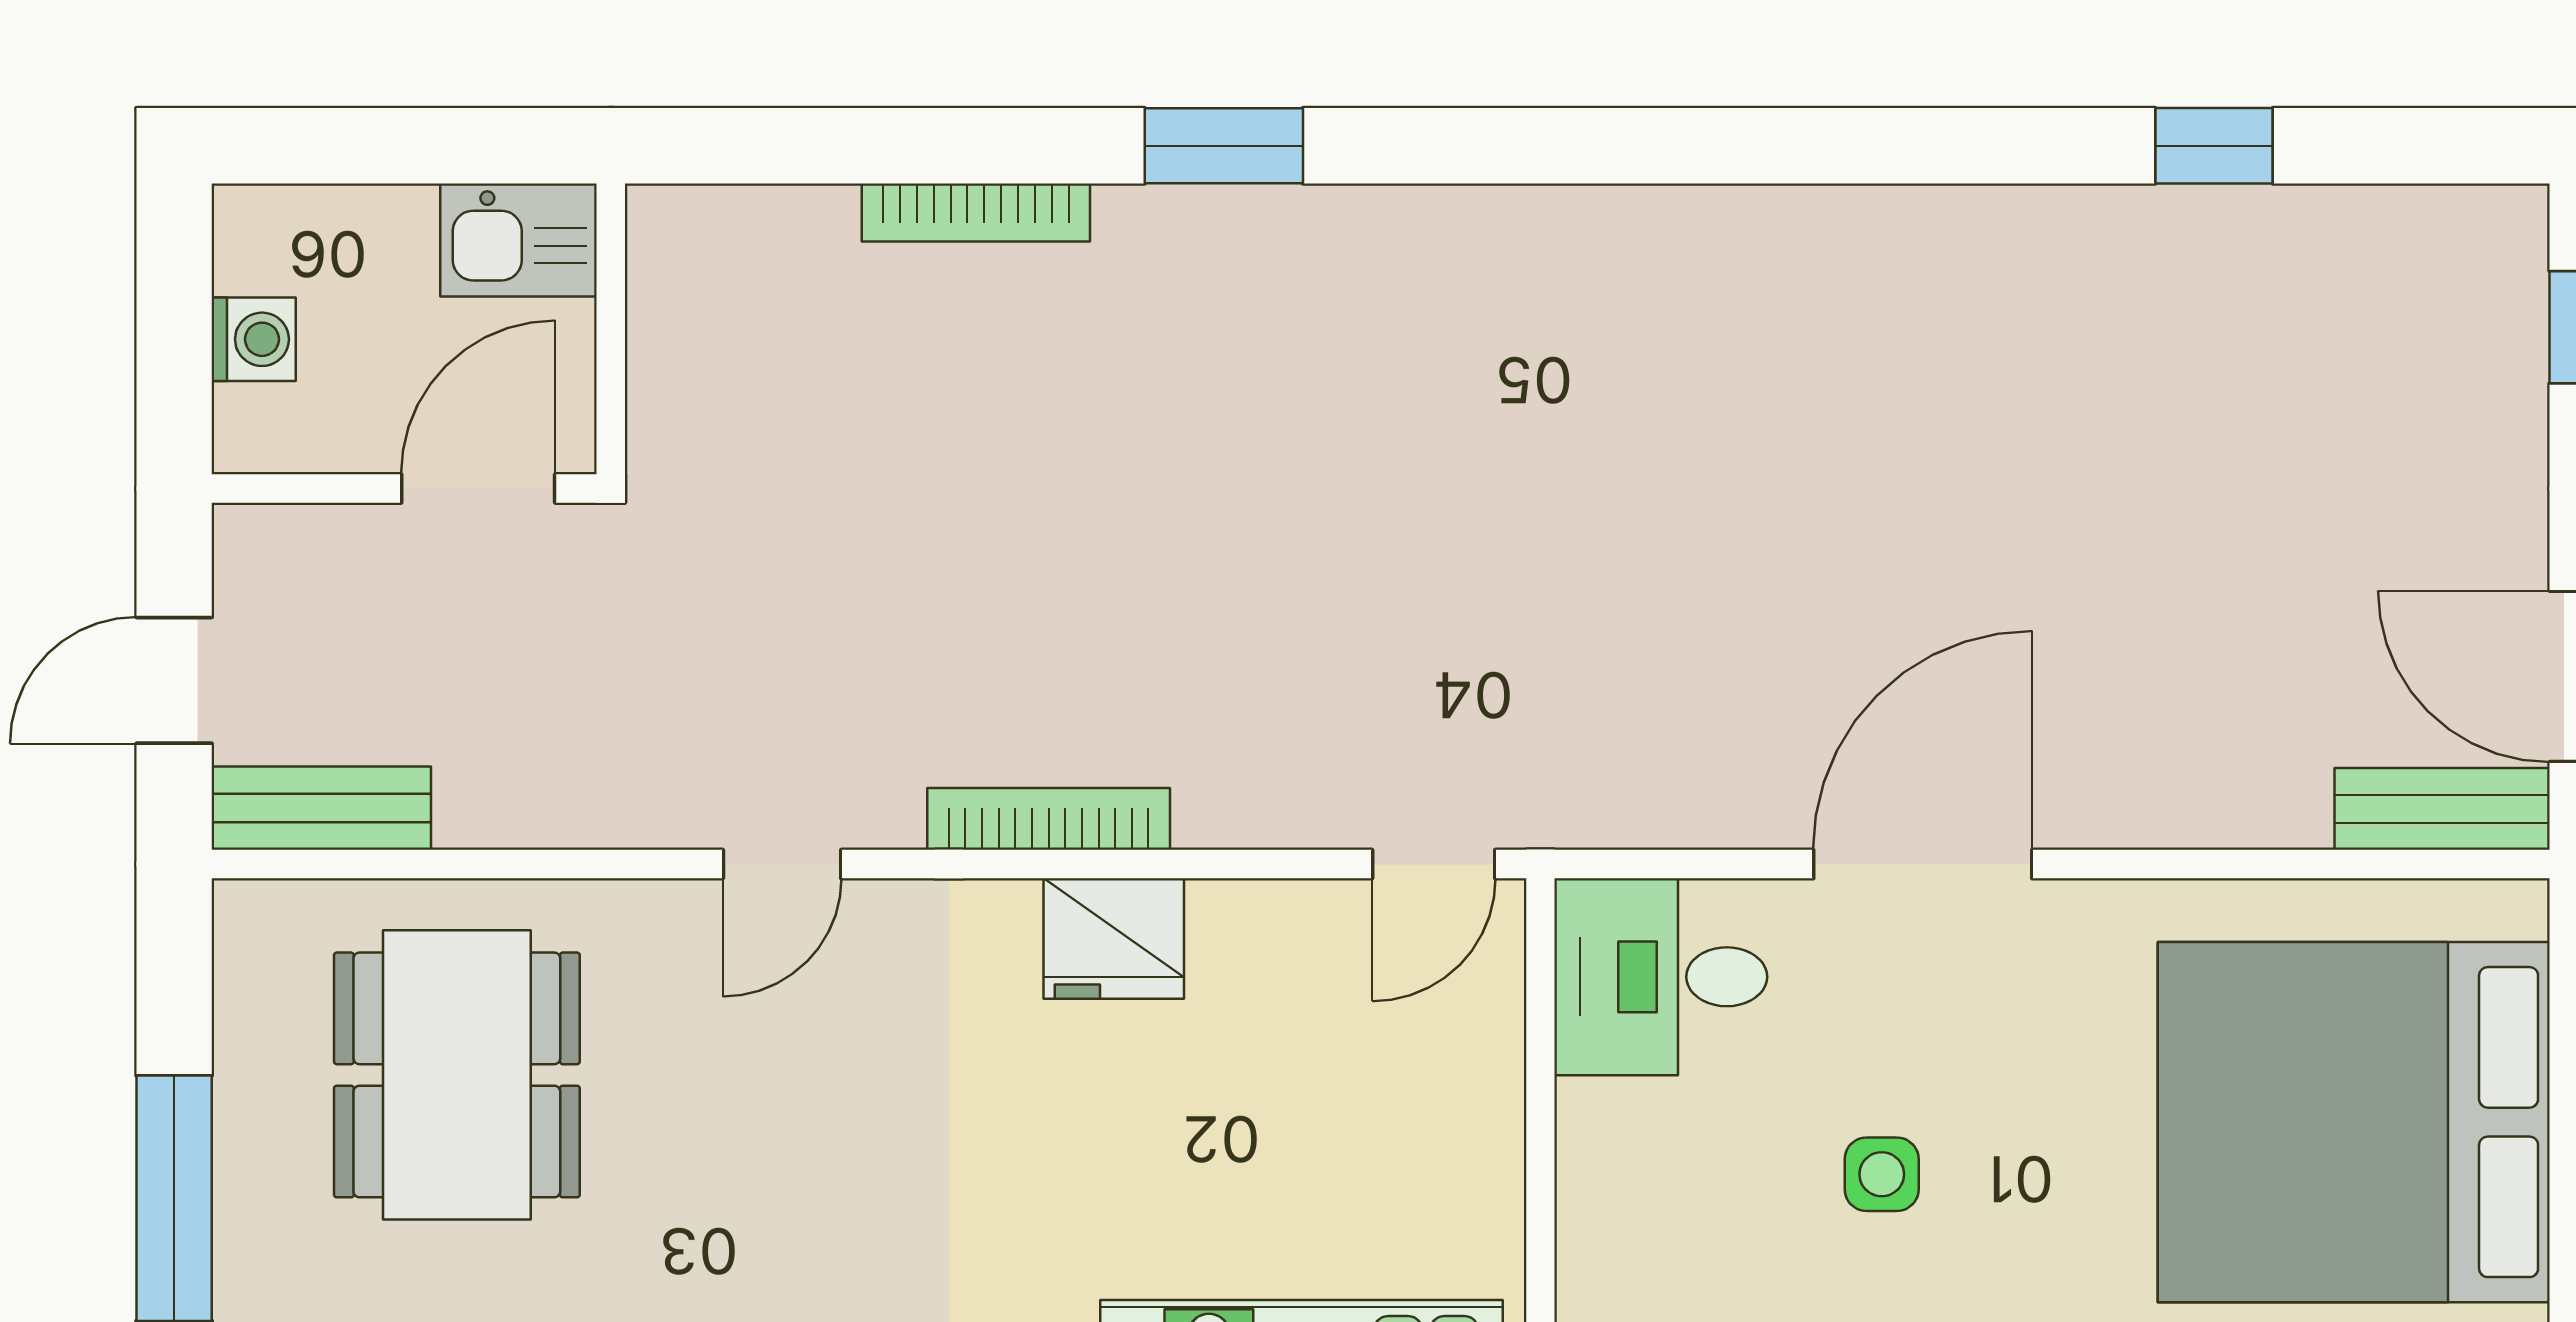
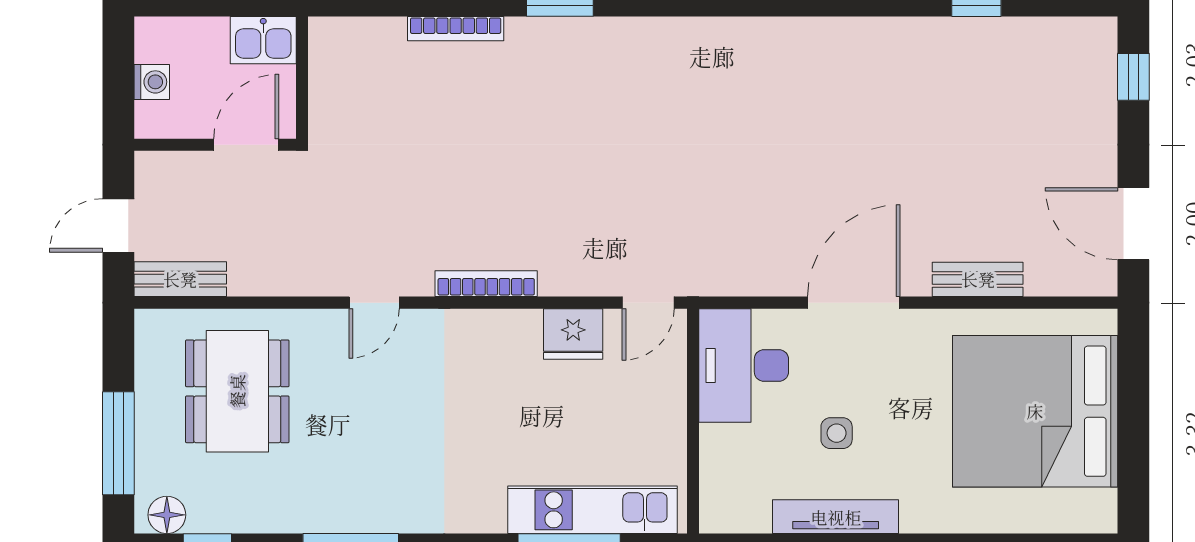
bench: (2442, 809) -> (978, 279), moved
fridge: (1114, 939) -> (573, 334), moved
desk: (1661, 977) -> (744, 366), width x1.37

